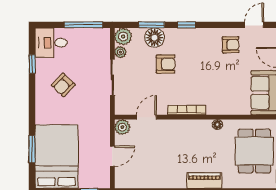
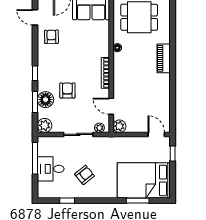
desk: (51, 43) -> (51, 169), moved, turned 90
plant: (120, 52) -> (99, 128), moved
armchair: (63, 85) -> (85, 175), turned -83
door: (112, 156) -> (156, 134), moved

